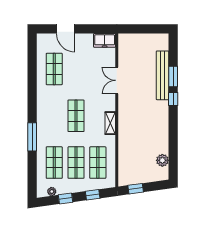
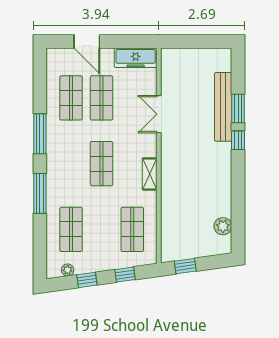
freezer: (105, 40) -> (136, 58), width x1.40
window: (32, 94) -> (40, 134), added
shop shelf: (76, 163) -> (102, 98), moved

